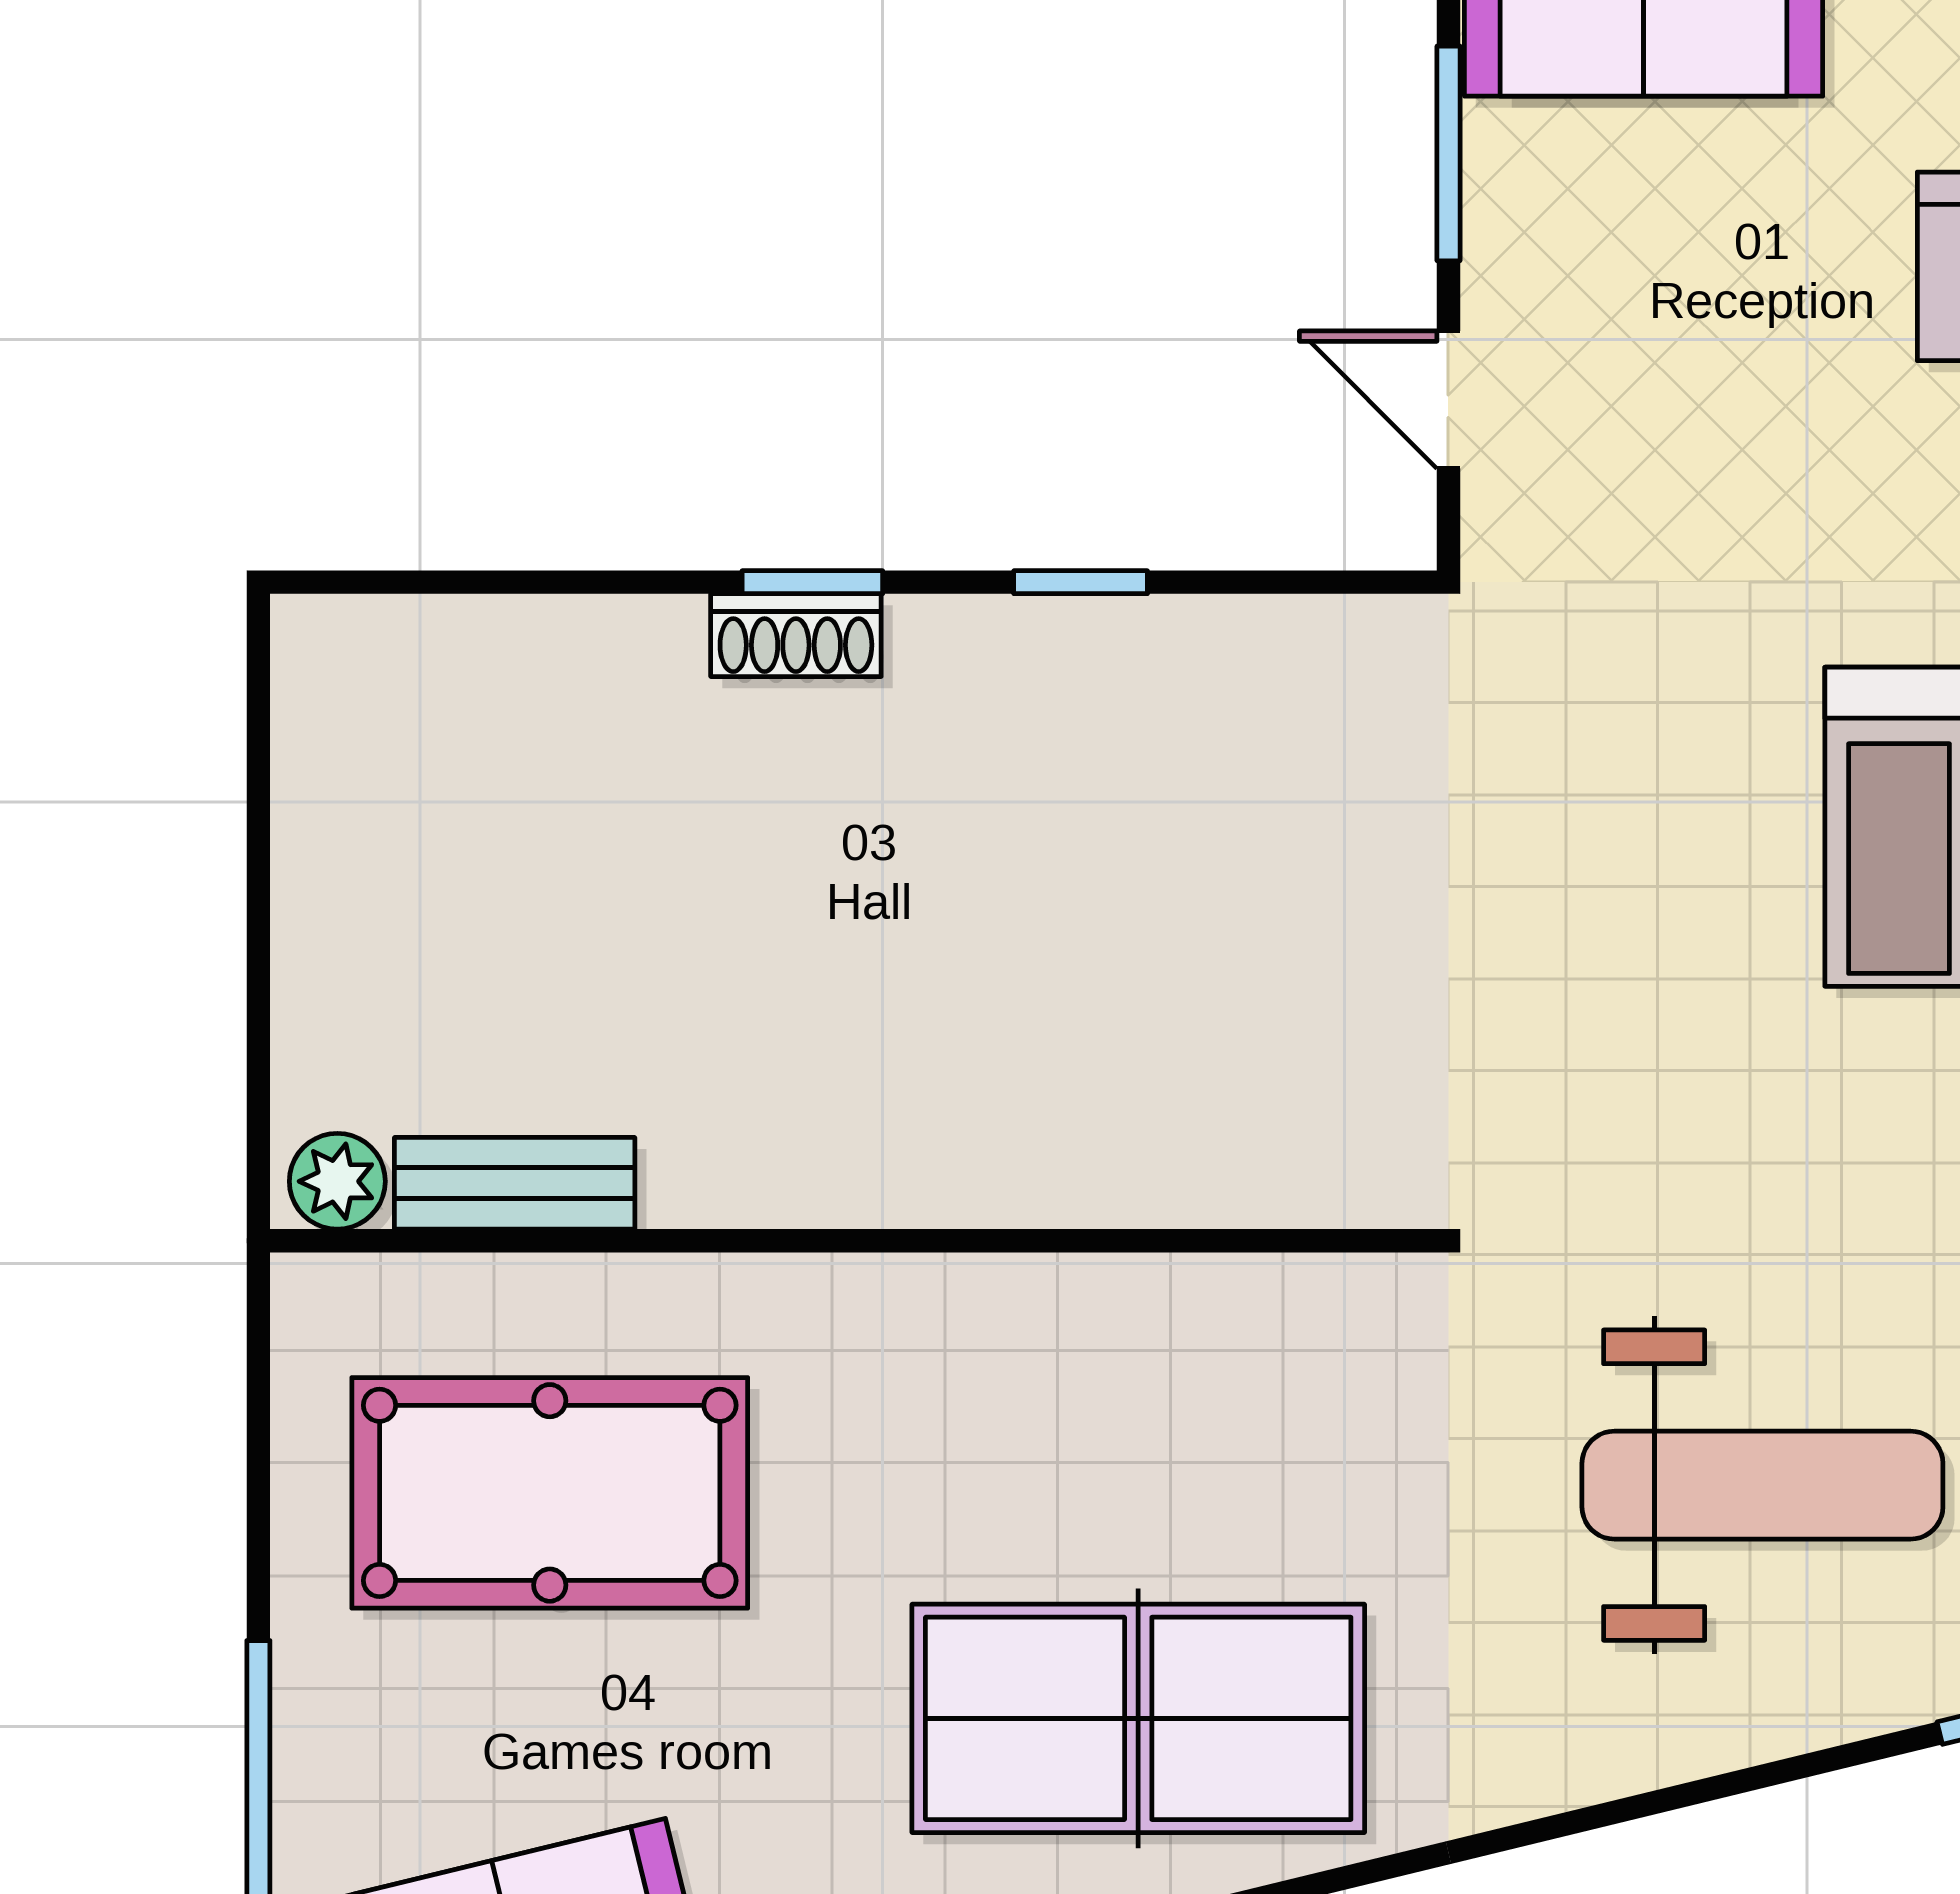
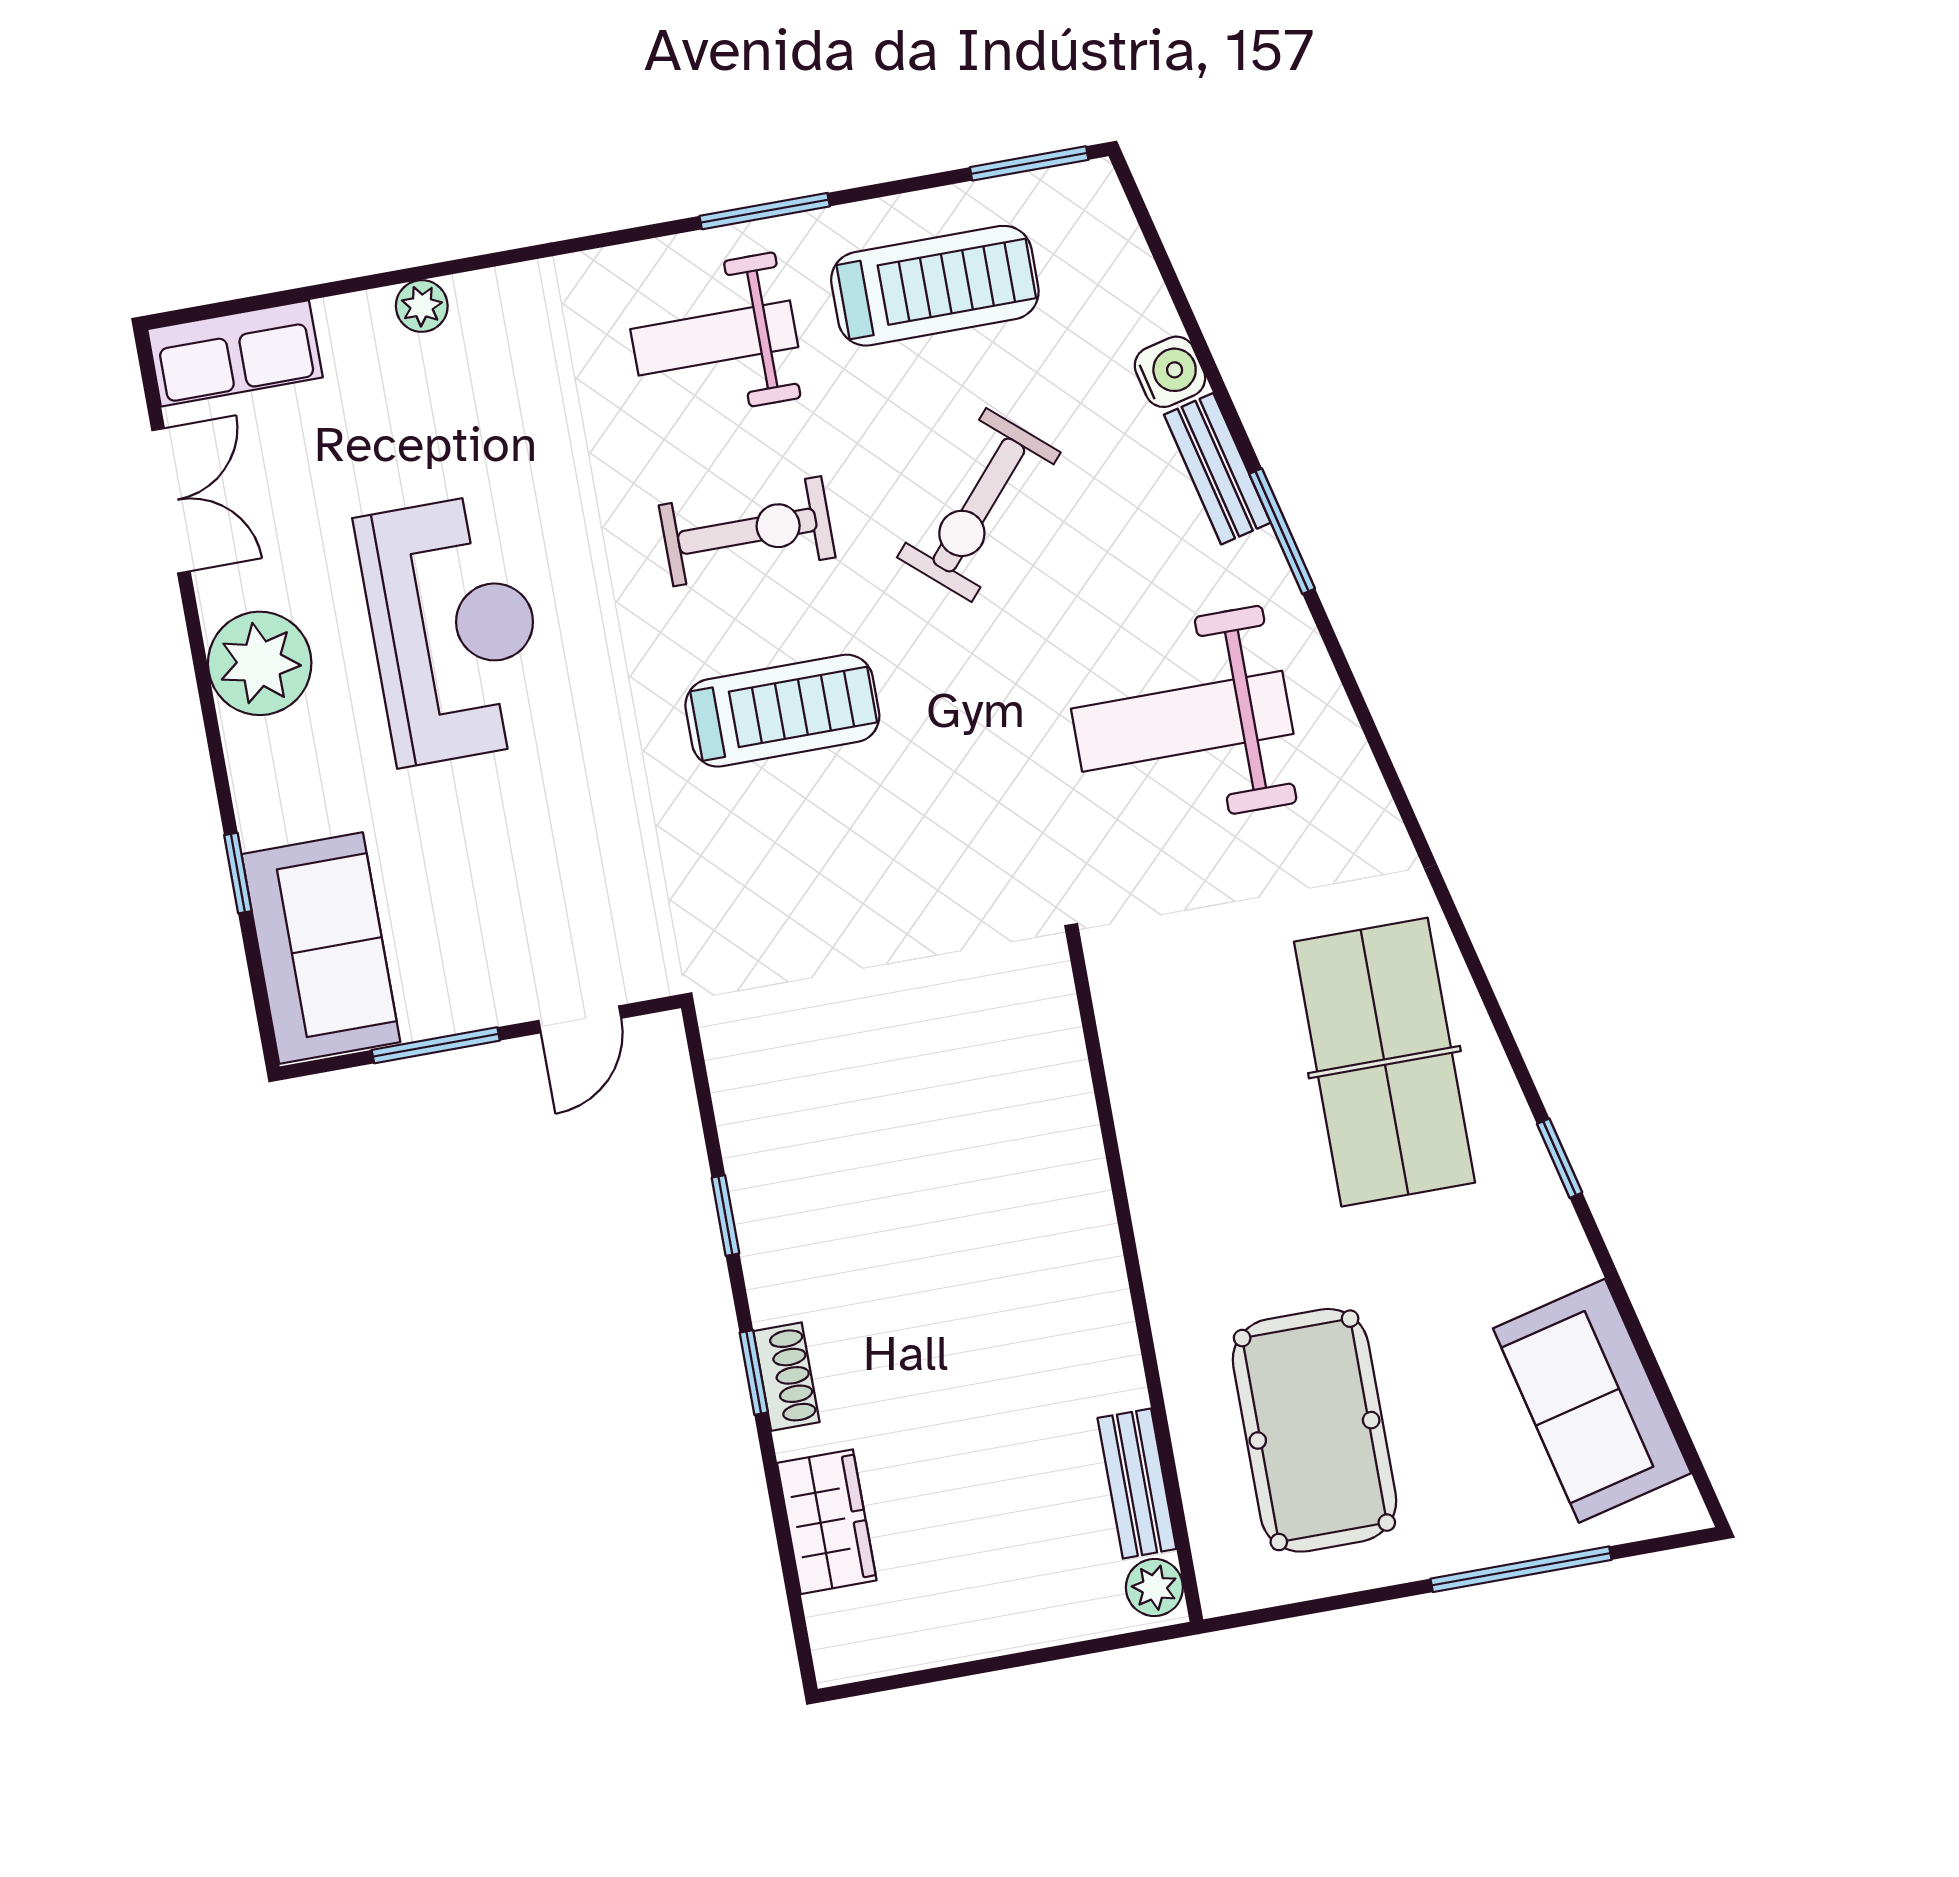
wardrobe: (544, 659) -> (827, 1522), added
weight bench: (1762, 1485) -> (1182, 721), turned -90

